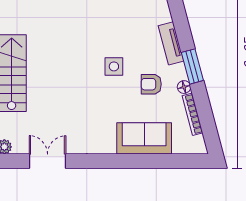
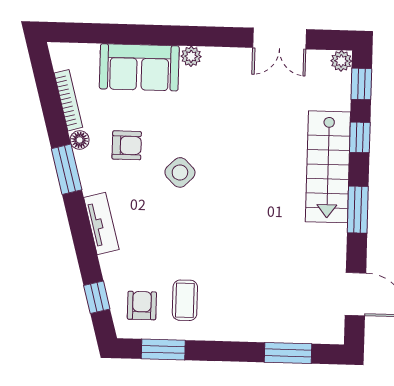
tv unit: (171, 43) -> (101, 223), moved
side table: (114, 66) -> (180, 172), turned 45
plant: (108, 147) -> (191, 56), added

